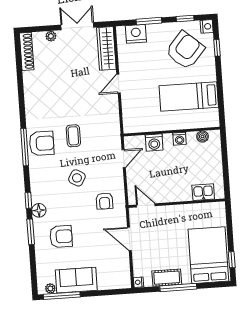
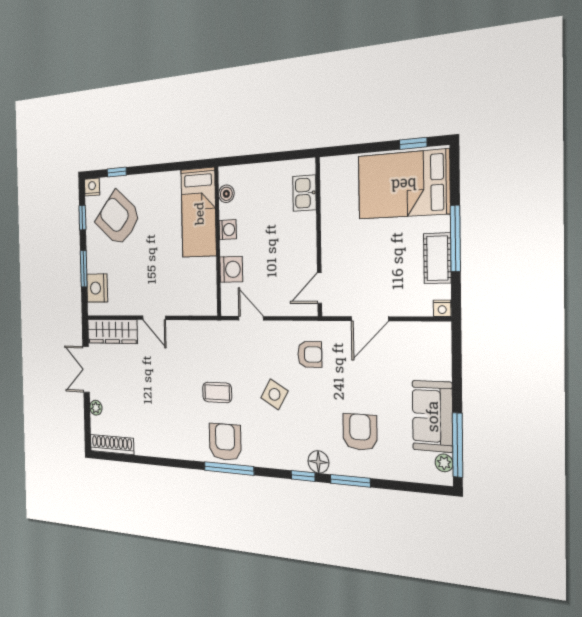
bed: (189, 97) -> (199, 213), moved

